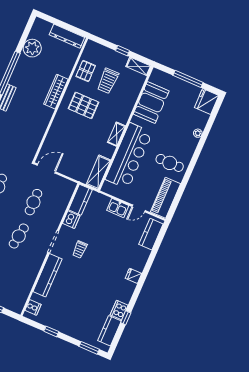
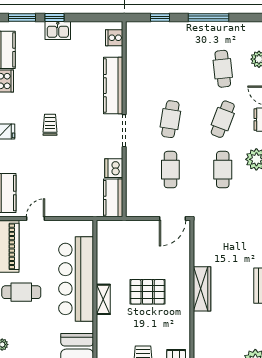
wardrobe: (56, 92) -> (202, 289), moved
pallet: (83, 105) -> (148, 292), moved
shelving: (98, 172) -> (105, 242), removed
kitchen sink: (118, 208) -> (58, 30), moved, turned 180
trolley: (80, 249) -> (50, 125), moved
window: (51, 331) -> (54, 18), moved

